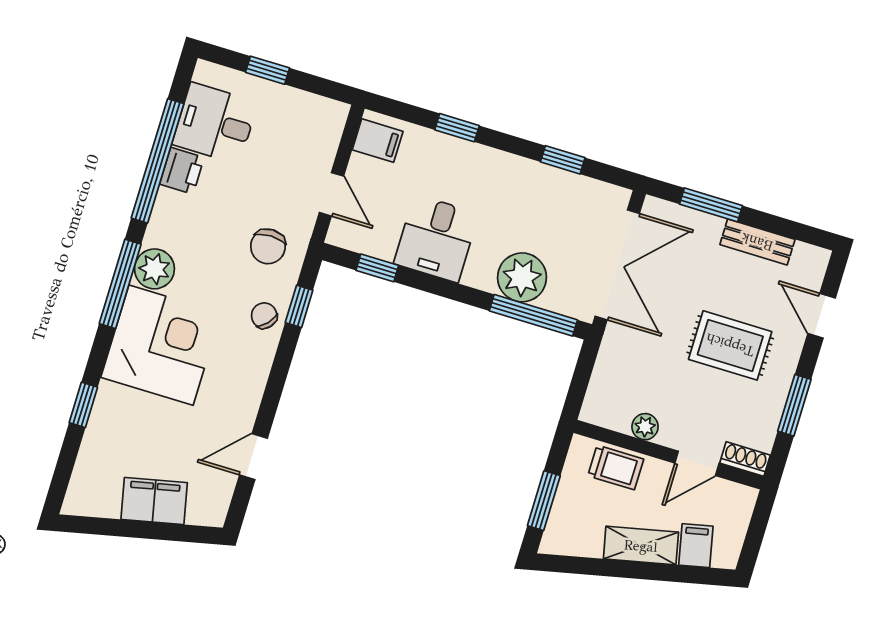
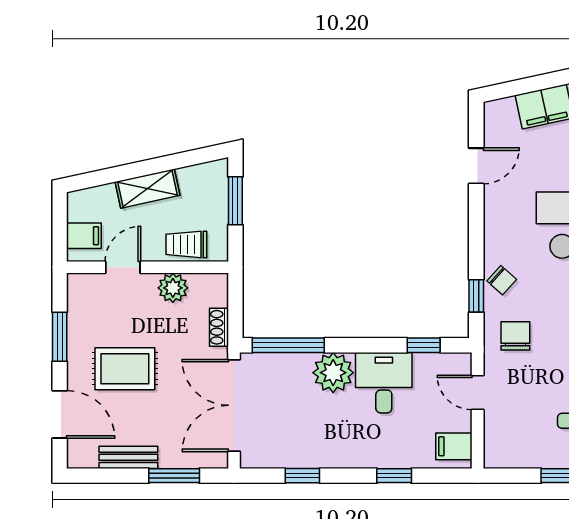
plant: (522, 277) -> (333, 373), moved
door: (822, 316) -> (60, 414), width x1.38
plant: (645, 427) -> (173, 288), width x1.38, depth x1.38
shoe rack: (745, 459) -> (219, 327), moved, turned 90
filing cabinet: (696, 546) -> (84, 236), moved, turned -78

